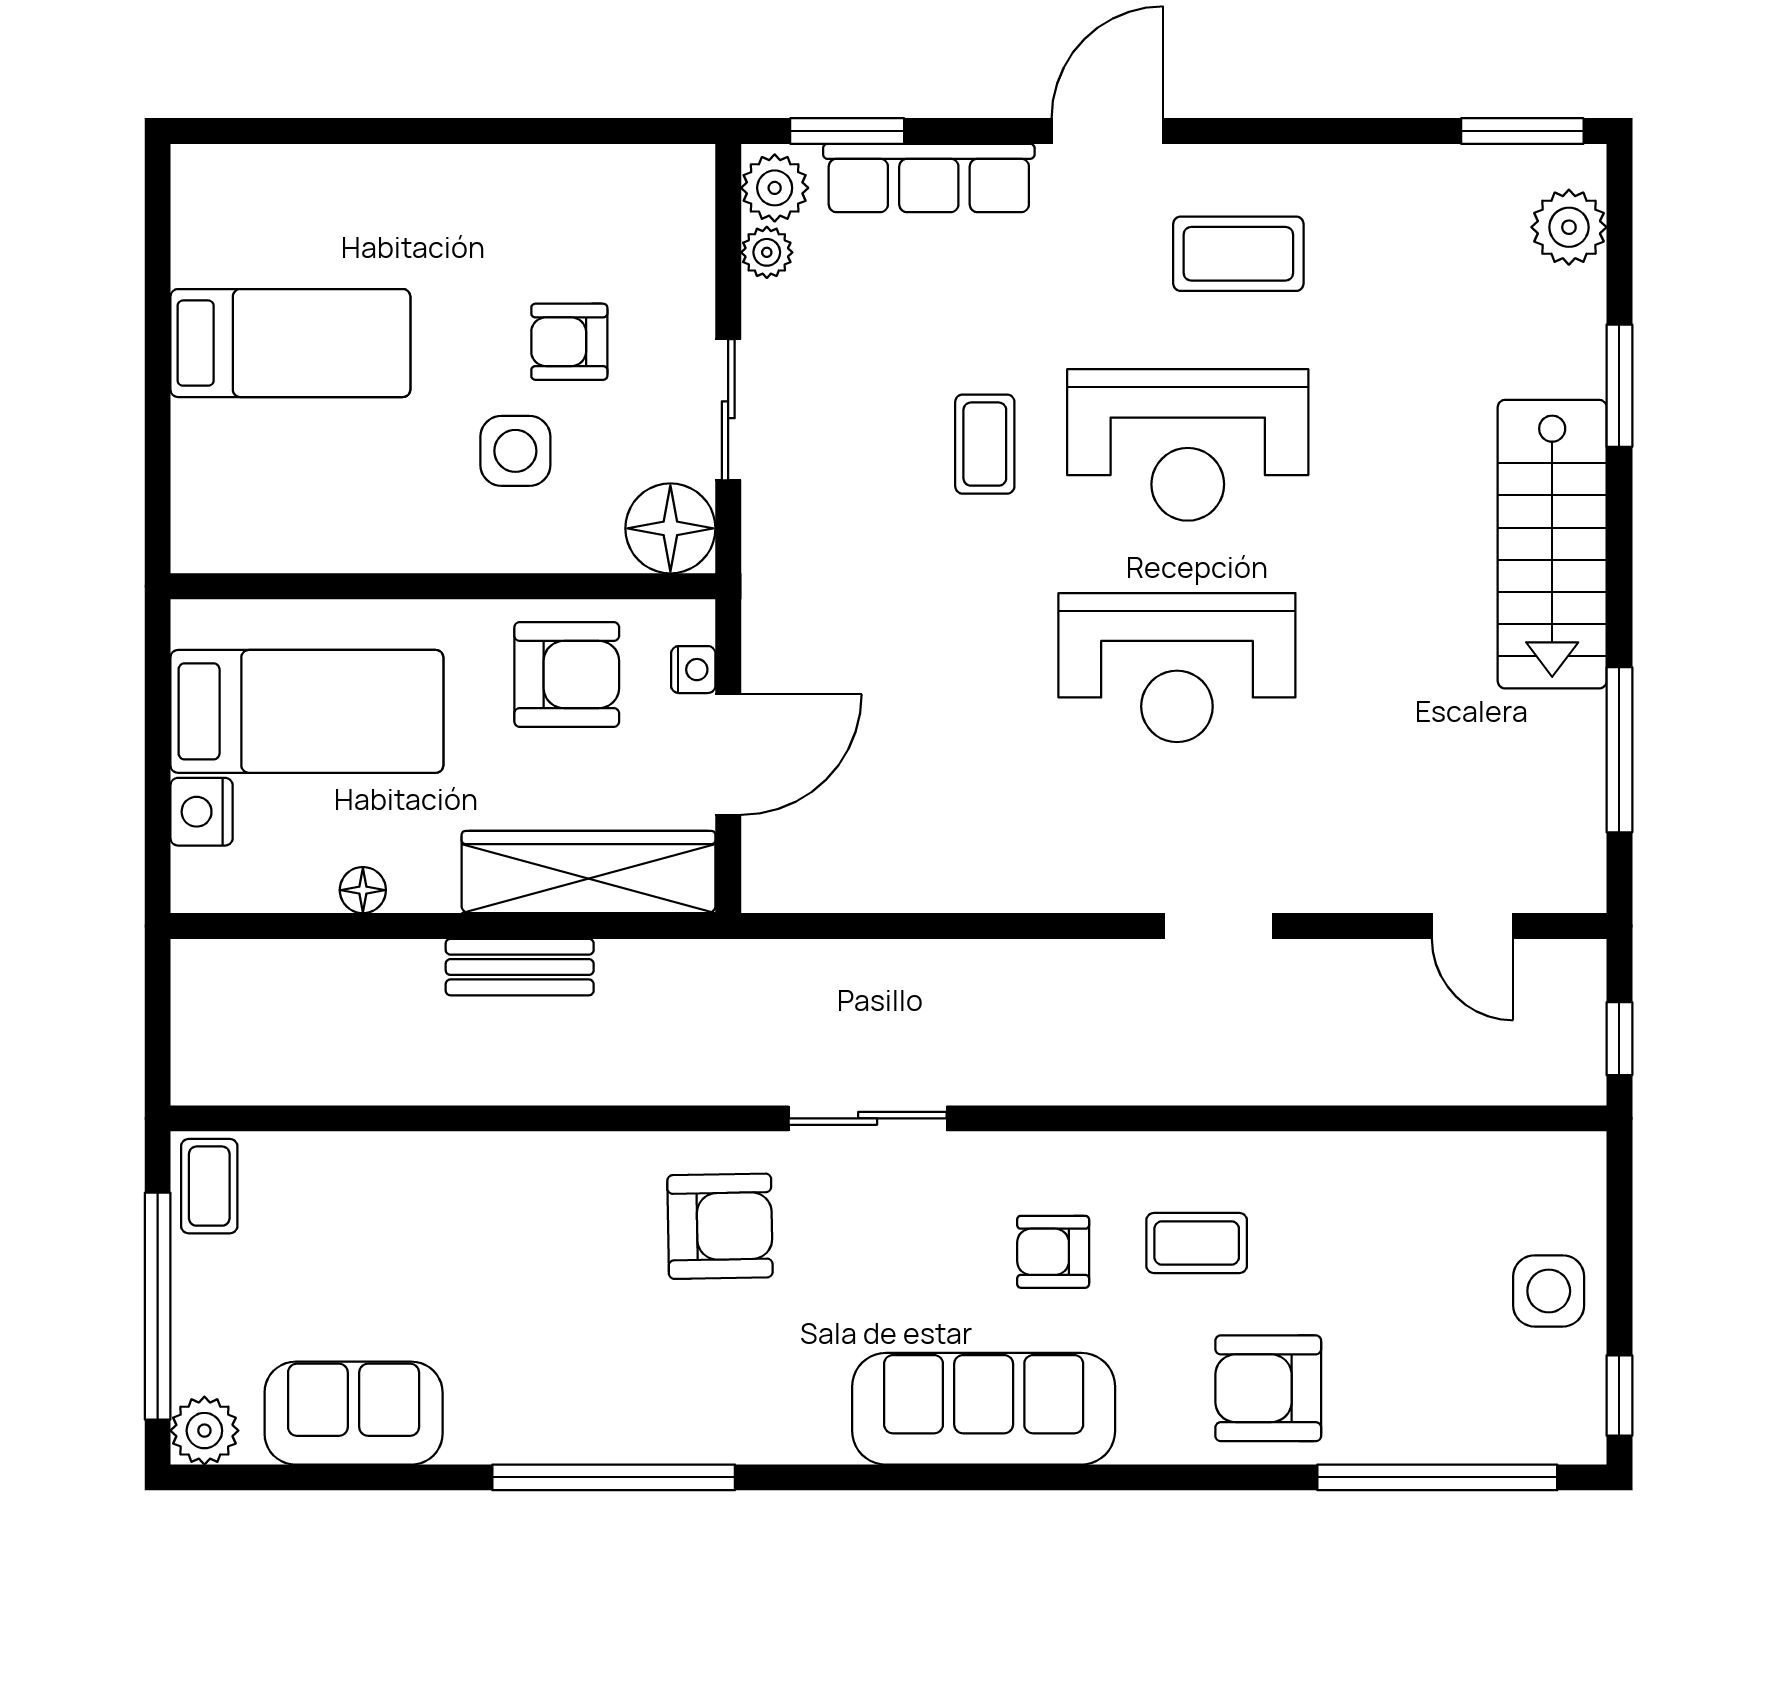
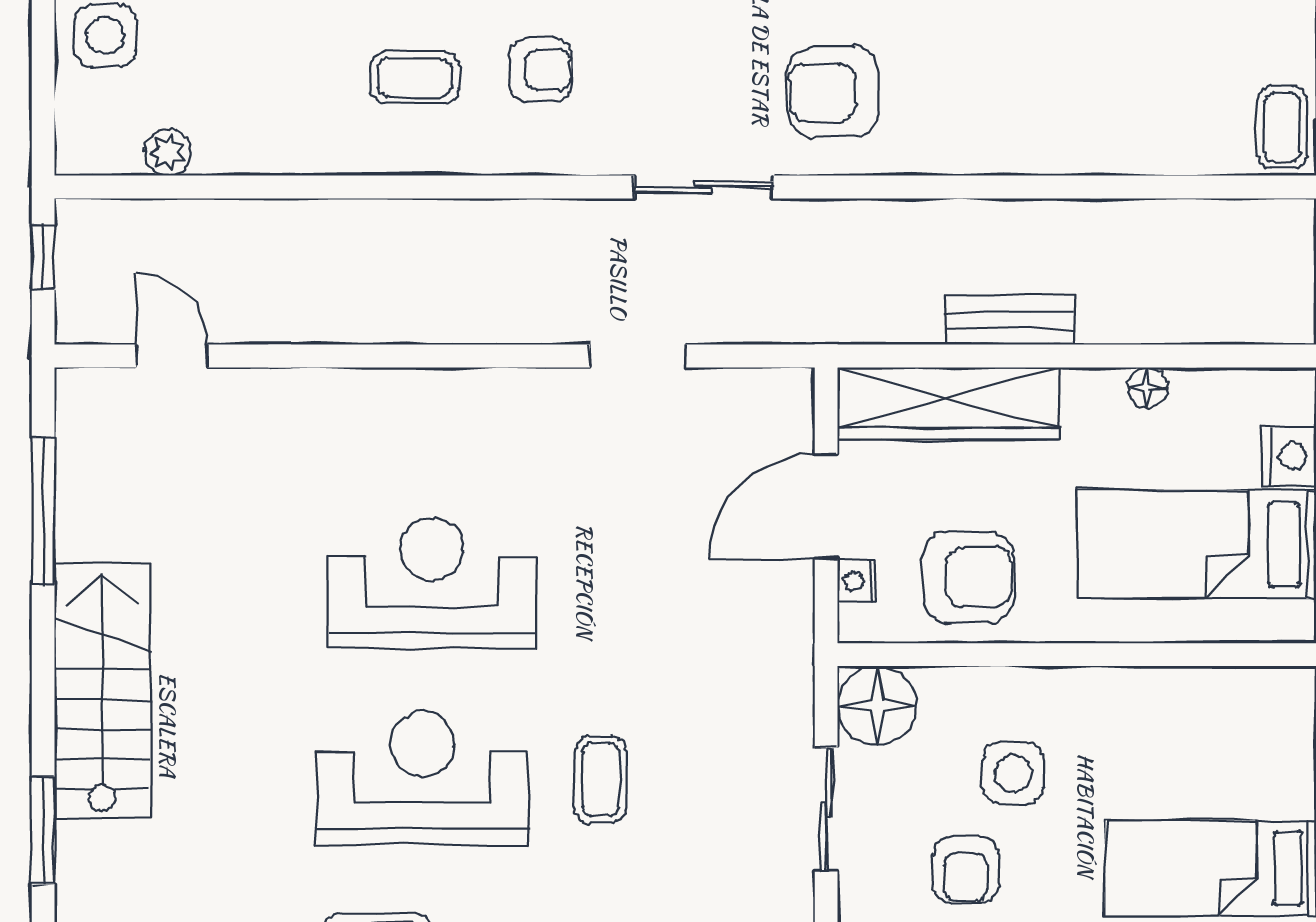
armchair: (569, 342) -> (966, 869), turned 90
armchair: (567, 674) -> (968, 577), turned 180
doorway: (1219, 926) -> (638, 356), moved
plant: (1478, 1158) -> (168, 152), added

